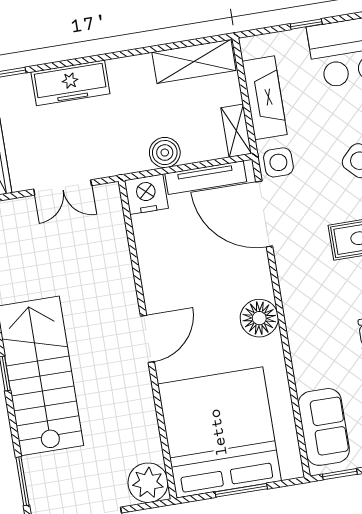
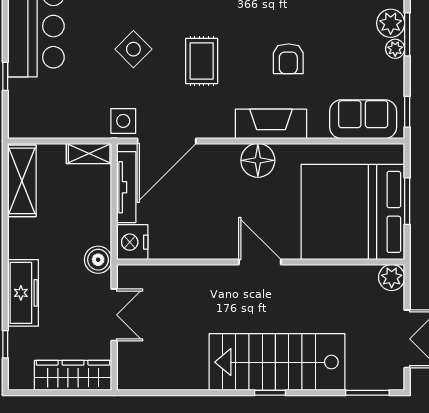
fireplace: (265, 98) -> (271, 124), moved
boiler: (165, 153) -> (98, 260), moved
plant: (148, 483) -> (392, 277), width x0.73, depth x0.73

